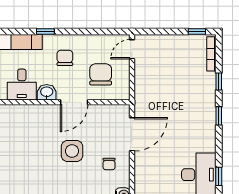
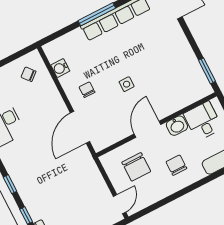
window: (45, 32) -> (206, 180), removed
chair: (65, 58) -> (176, 165), turned 180
side table: (72, 151) -> (127, 84), width x0.54, depth x0.54

